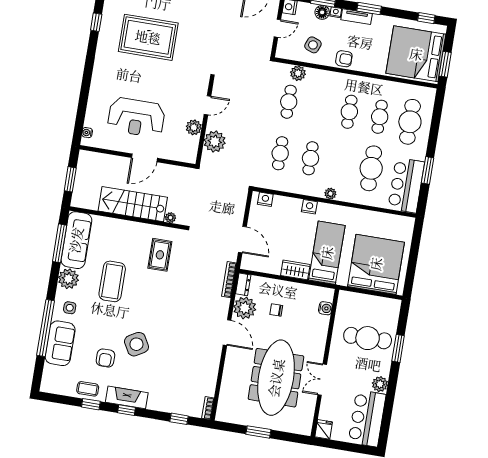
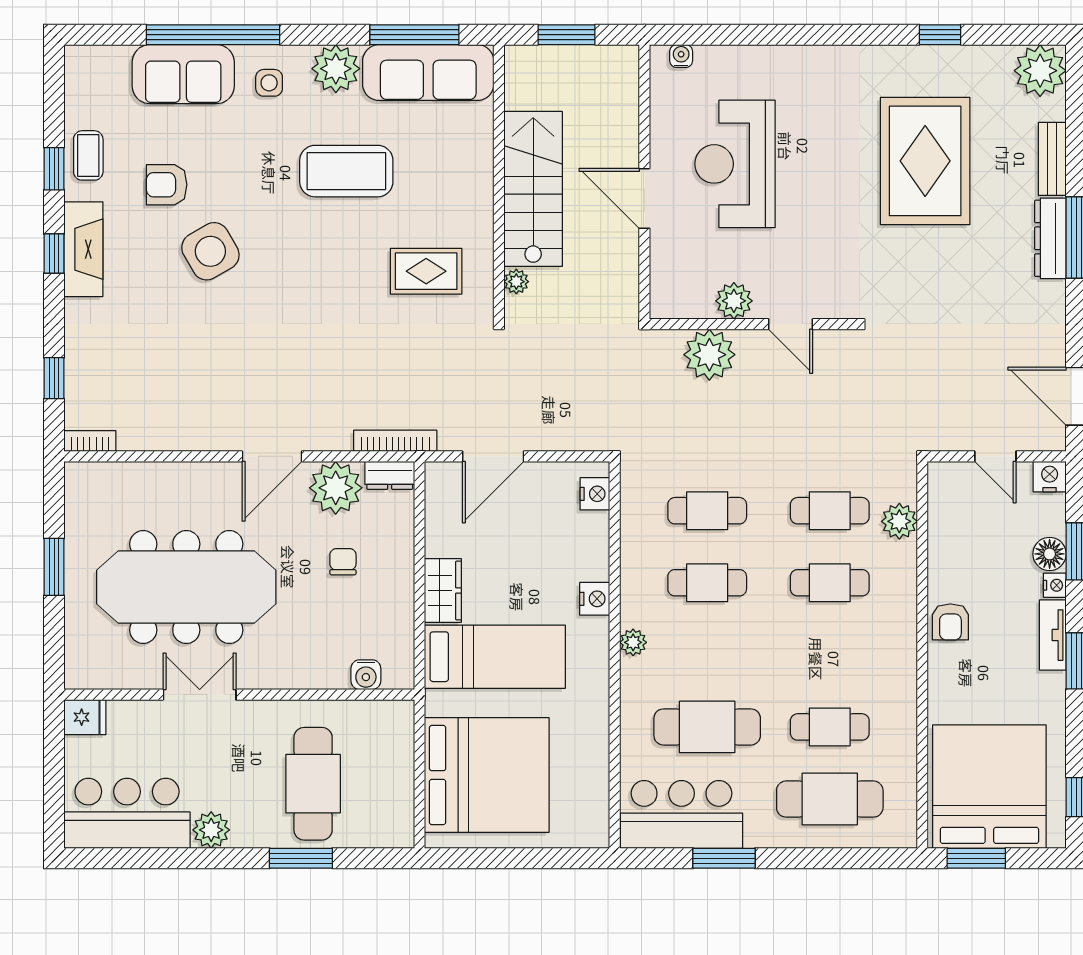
side table: (313, 45) -> (971, 545), removed
cafe table: (349, 112) -> (830, 583), moved

